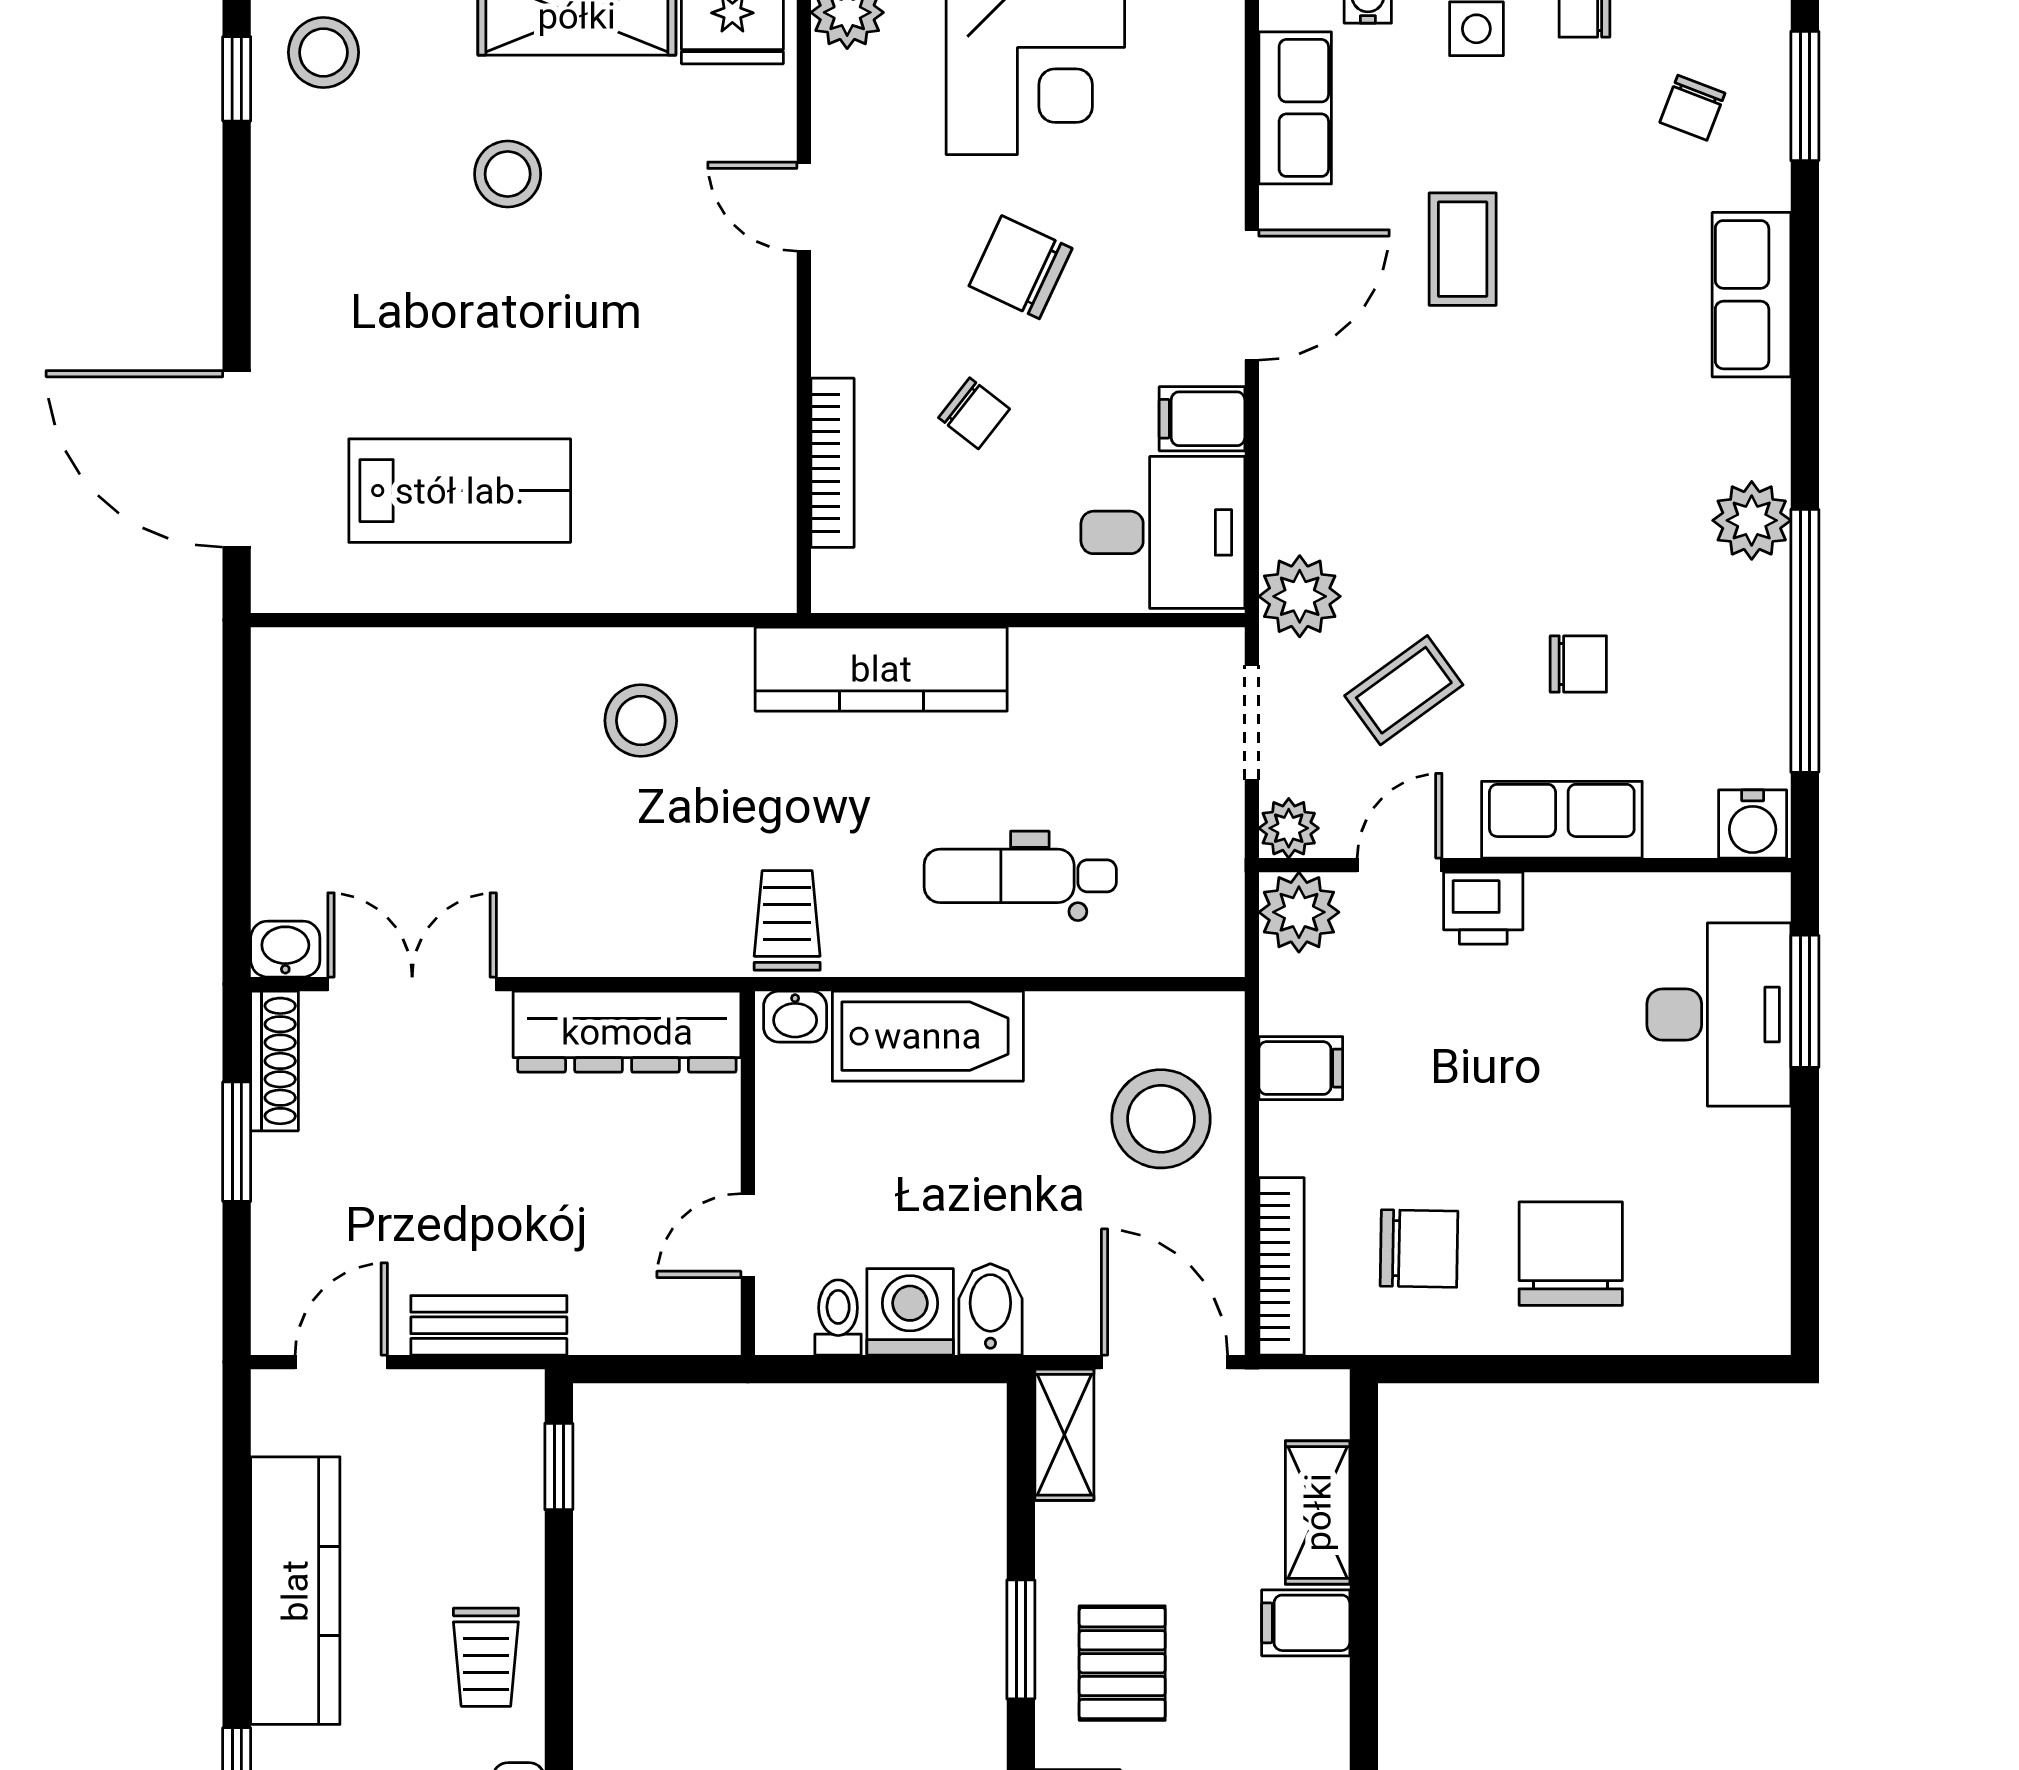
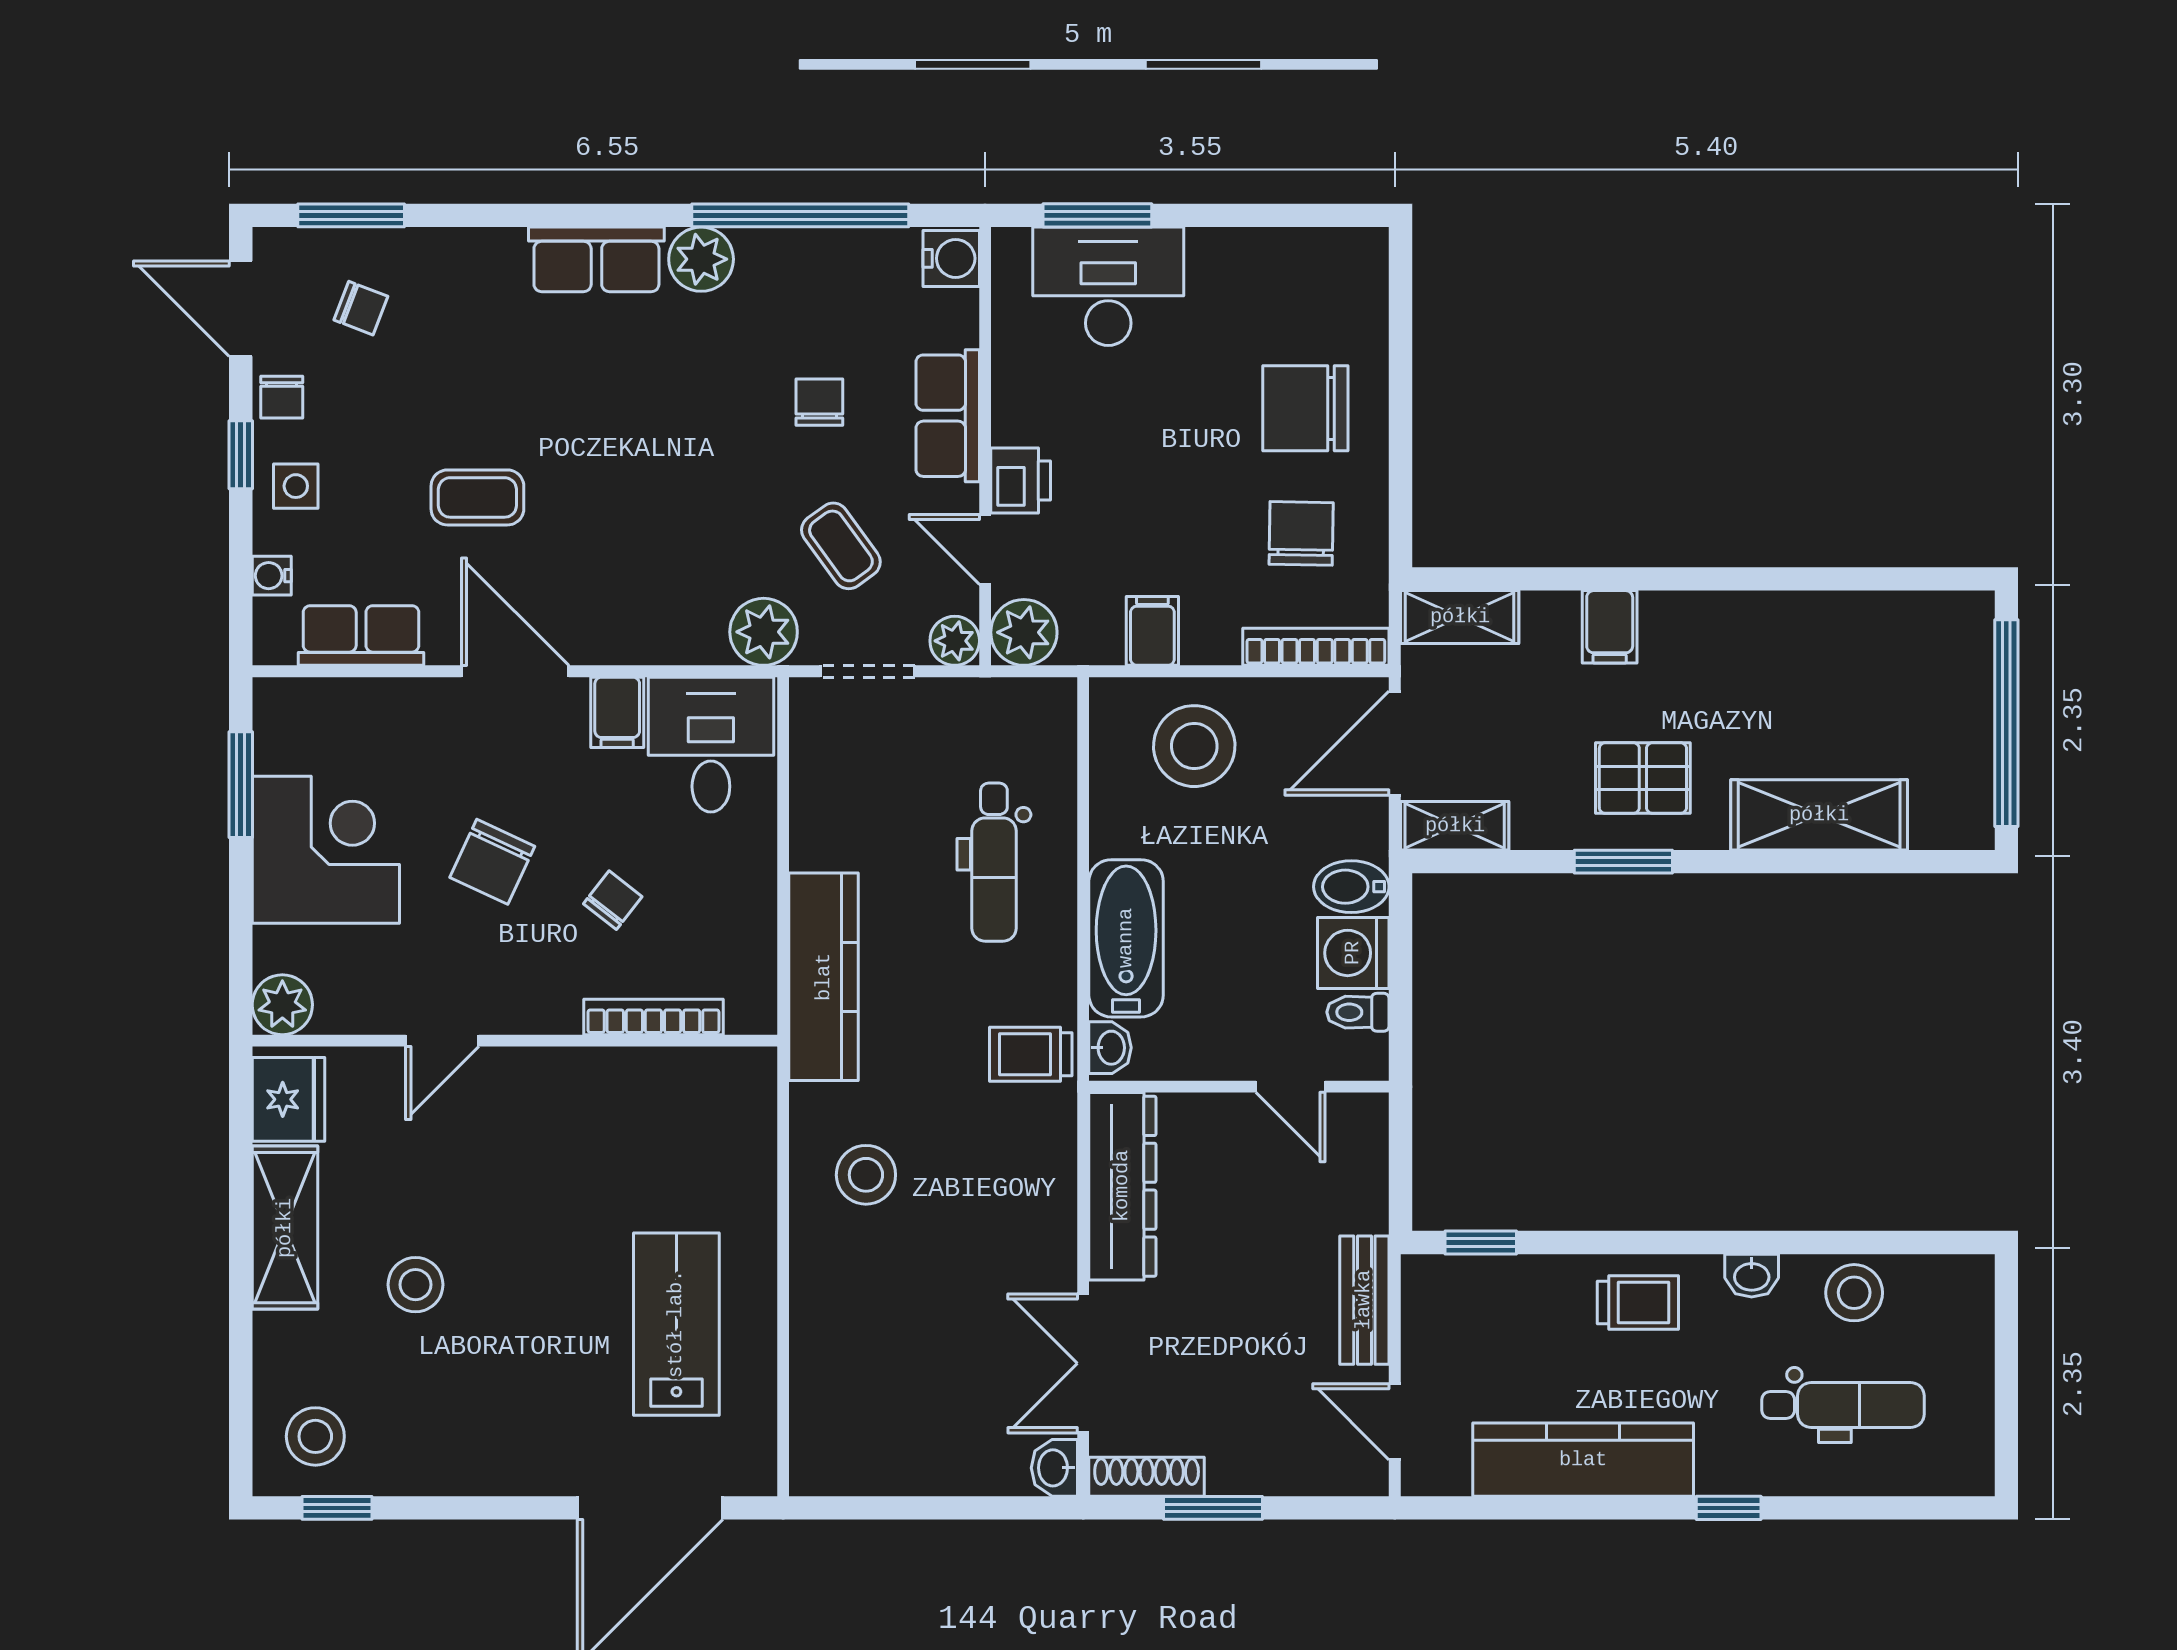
row of seats: (1751, 295) -> (596, 259), moved
shelving: (1318, 1512) -> (1460, 617), moved

